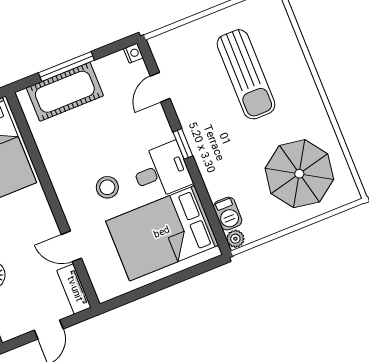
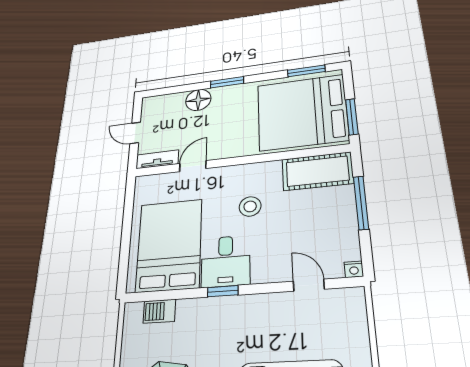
cot: (65, 92) -> (317, 171), moved, turned 90
window: (183, 144) -> (223, 291), moved
stool: (107, 187) -> (250, 206), moved
plant: (235, 239) -> (134, 311), removed

